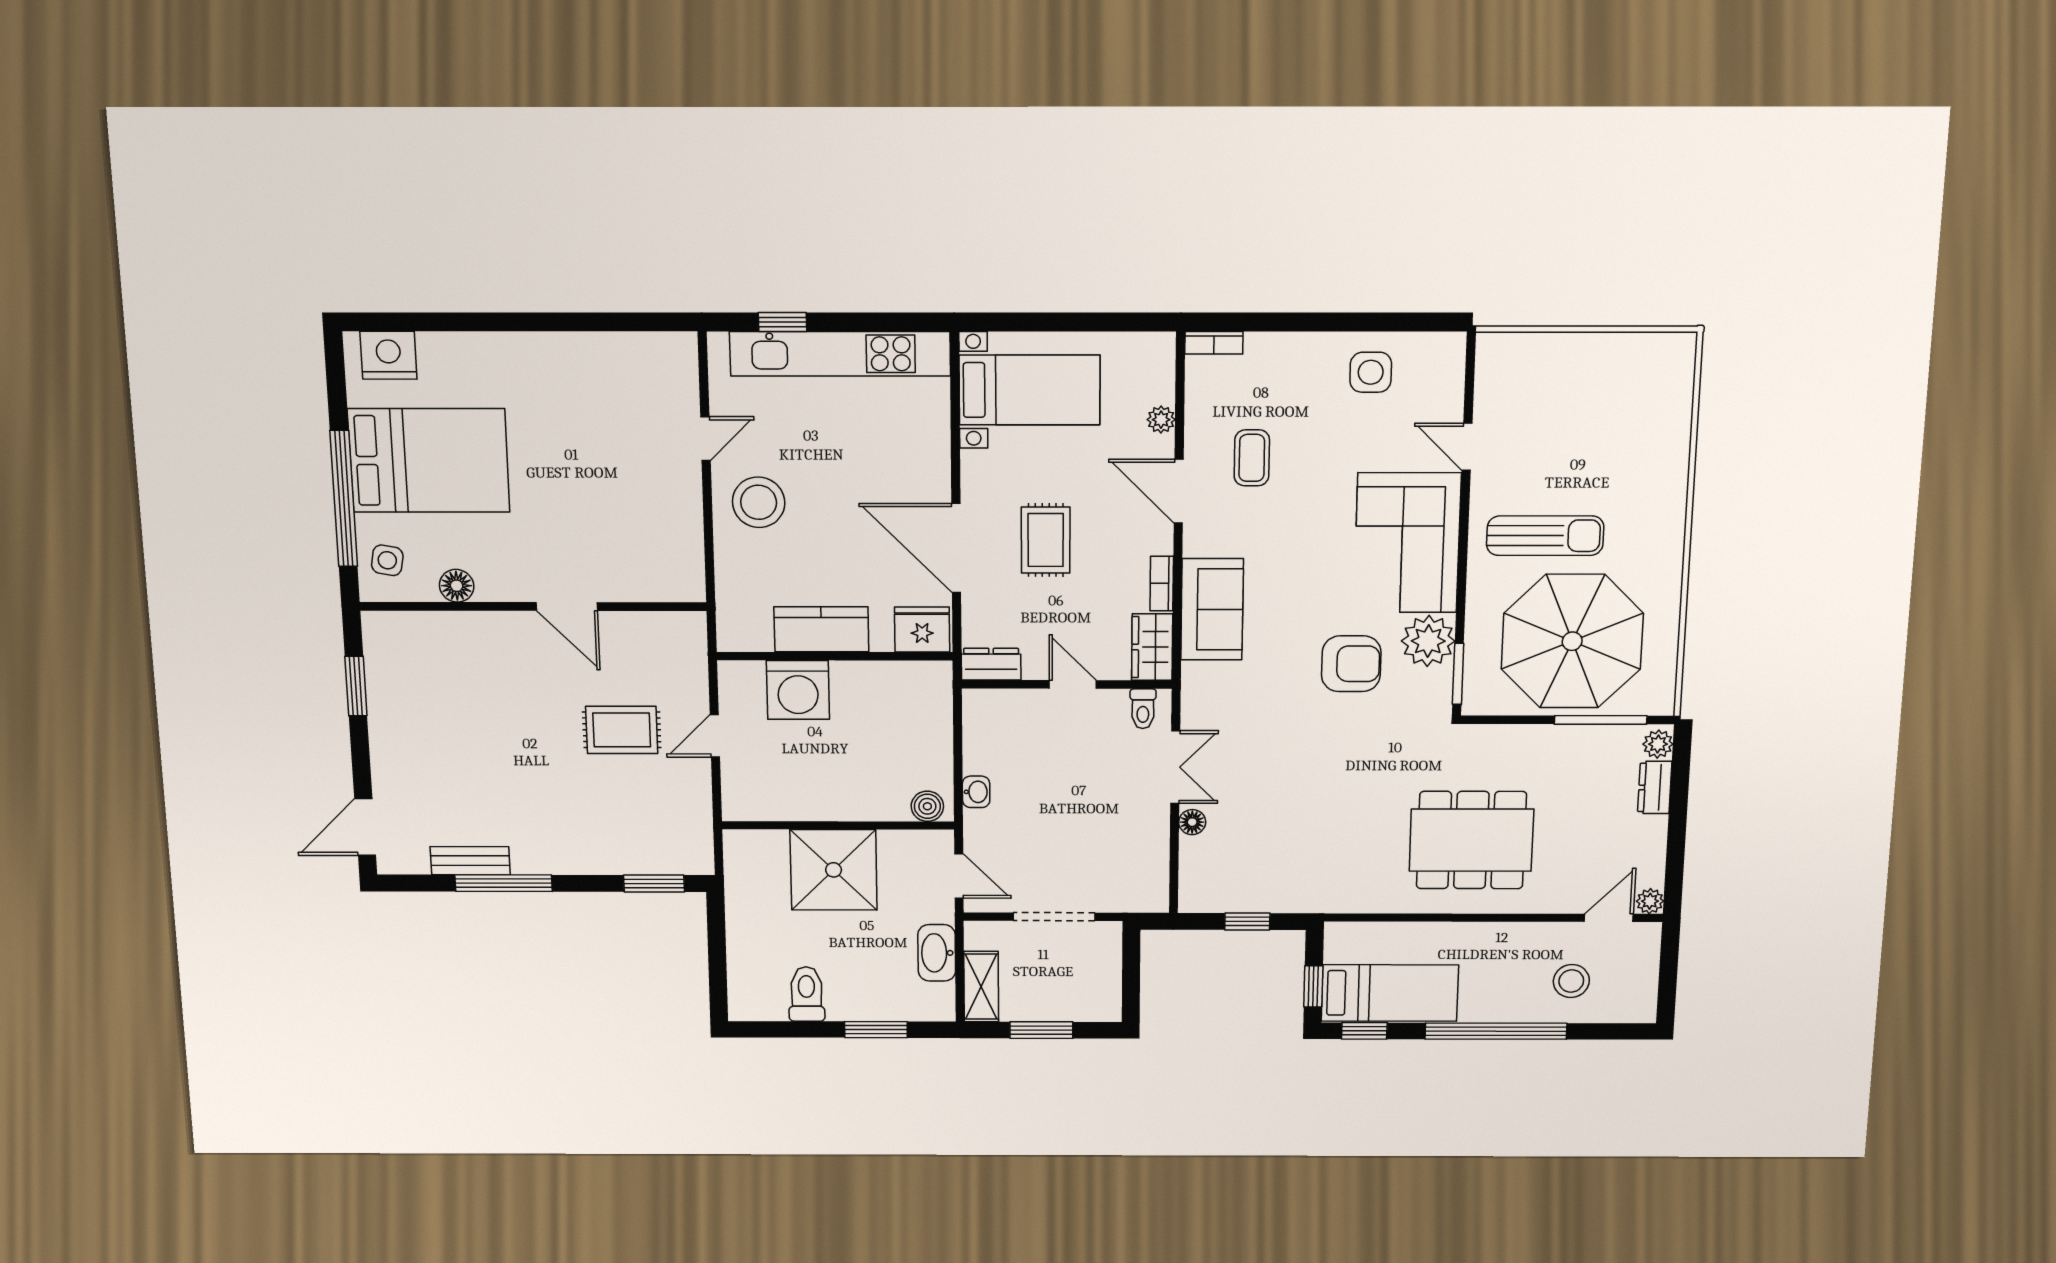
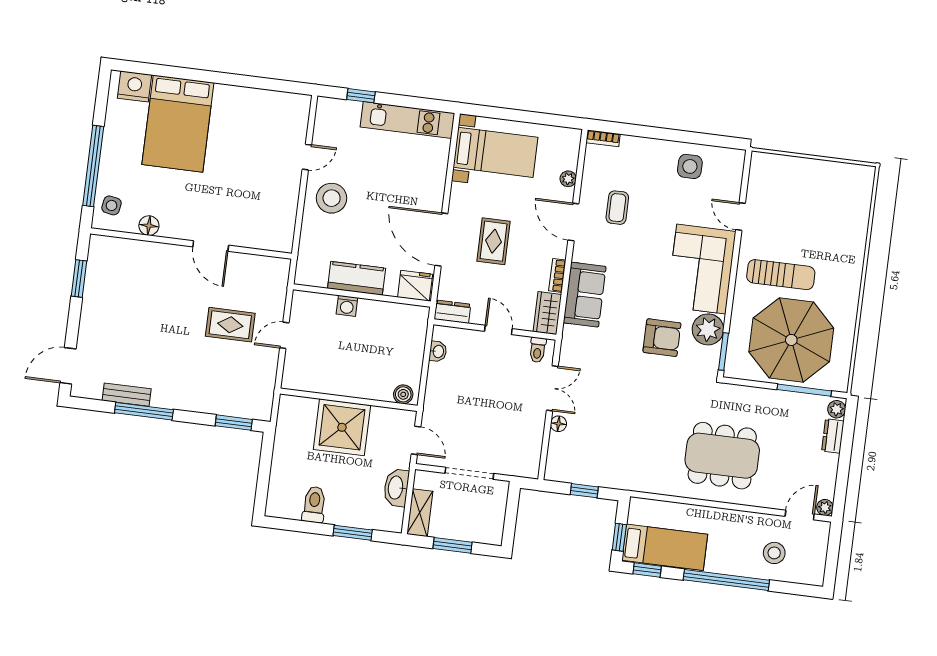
kitchen unit: (840, 354) -> (407, 120), width x0.73
bed: (429, 460) -> (178, 124), moved, turned 90
washing machine: (798, 690) -> (347, 306), width x0.53, depth x0.53
washbasin: (976, 792) -> (438, 351), moved

